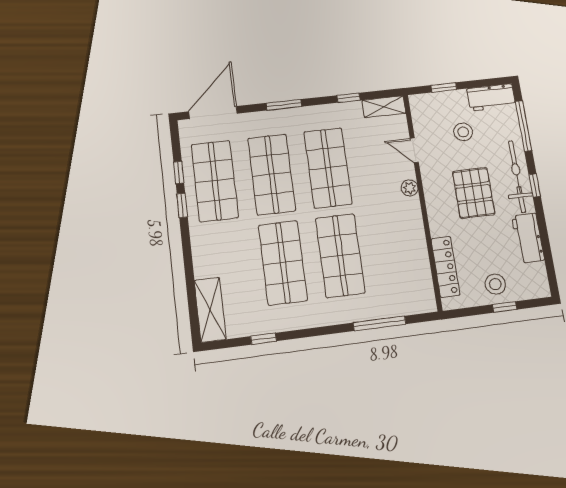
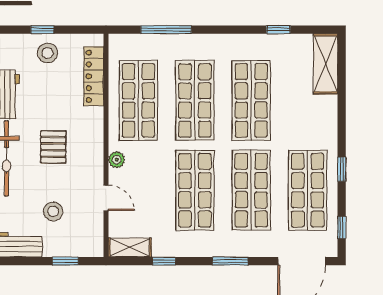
window: (179, 173) -> (342, 227), moved
pallet: (474, 193) -> (53, 147), width x0.67, depth x0.71
shop shelf: (397, 248) -> (138, 100), added

